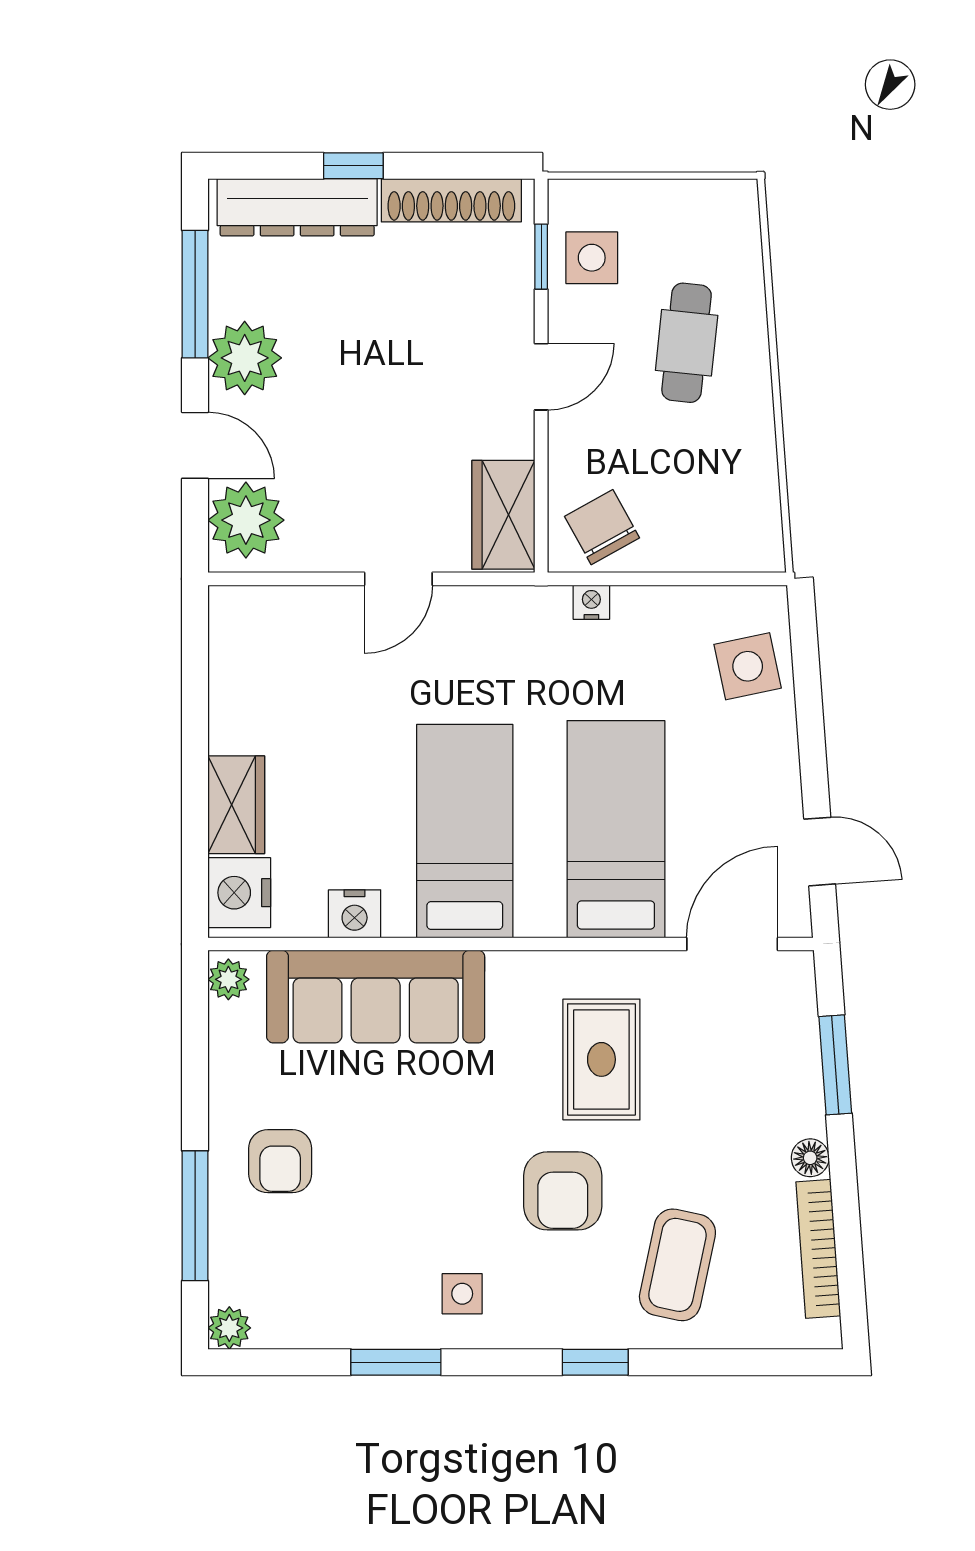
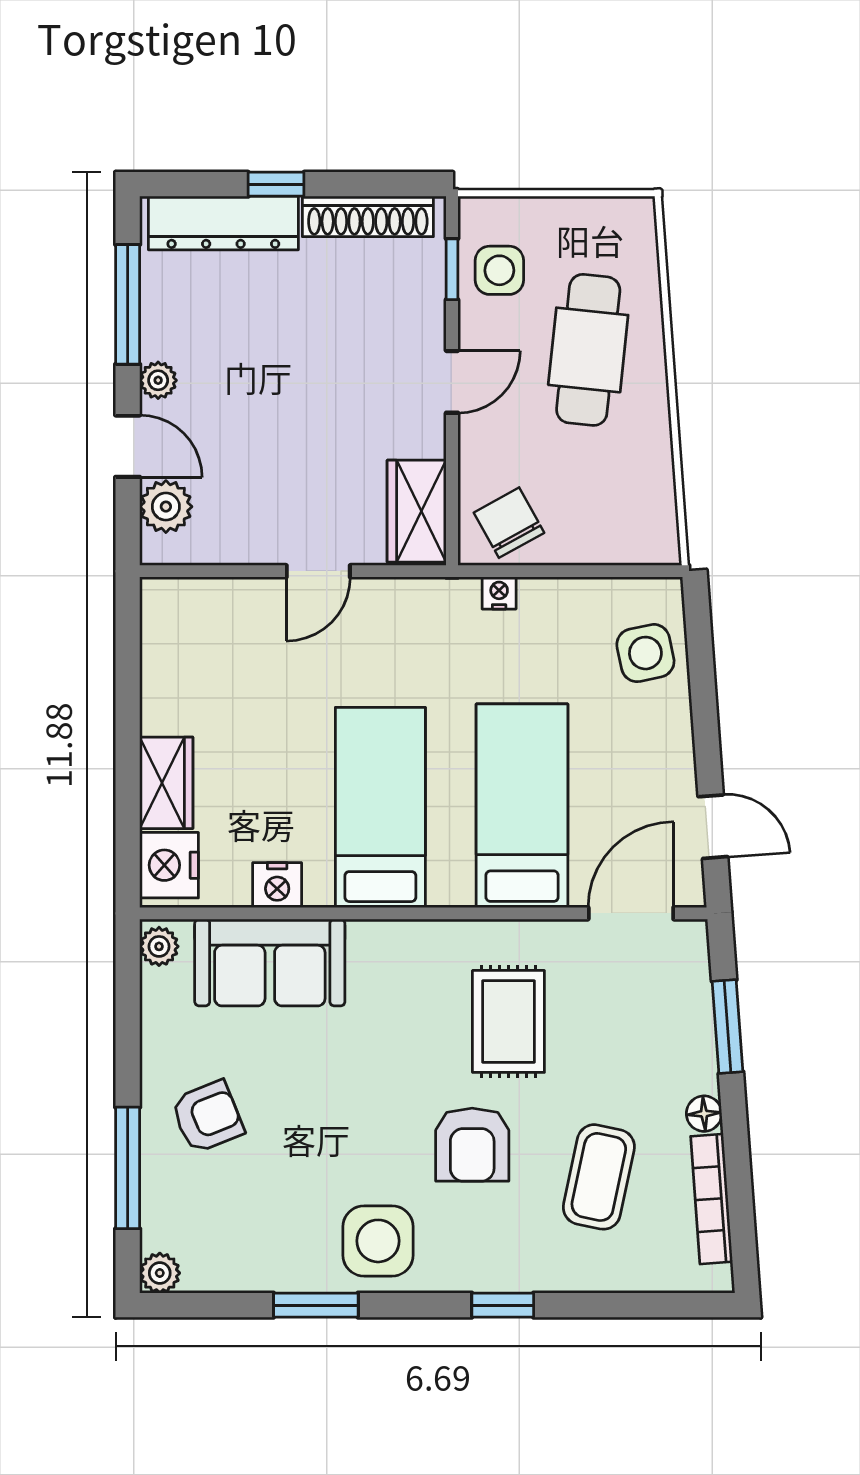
cafe table: (687, 343) -> (588, 350), width x1.37, depth x1.35
plant: (245, 358) -> (158, 380), width x0.53, depth x0.53
plant: (246, 520) -> (166, 507), width x0.73, depth x0.73
sofa: (376, 997) -> (270, 963), width x0.73
armchair: (280, 1161) -> (207, 1117), turned -112
coffee table: (677, 1265) -> (599, 1177), moved
side table: (462, 1294) -> (378, 1241), width x1.87, depth x1.87

